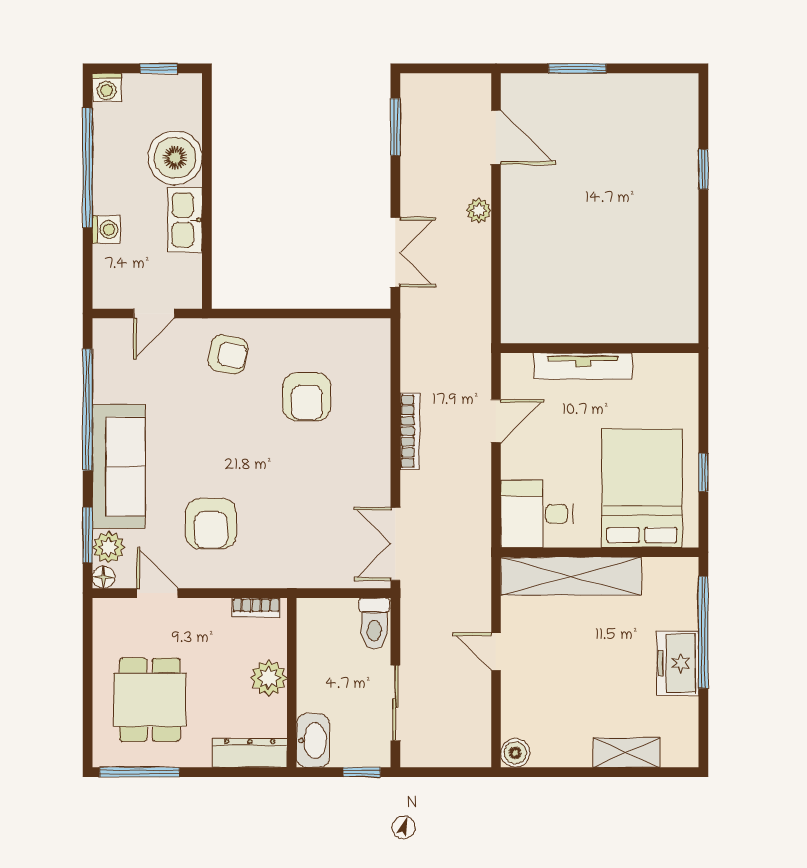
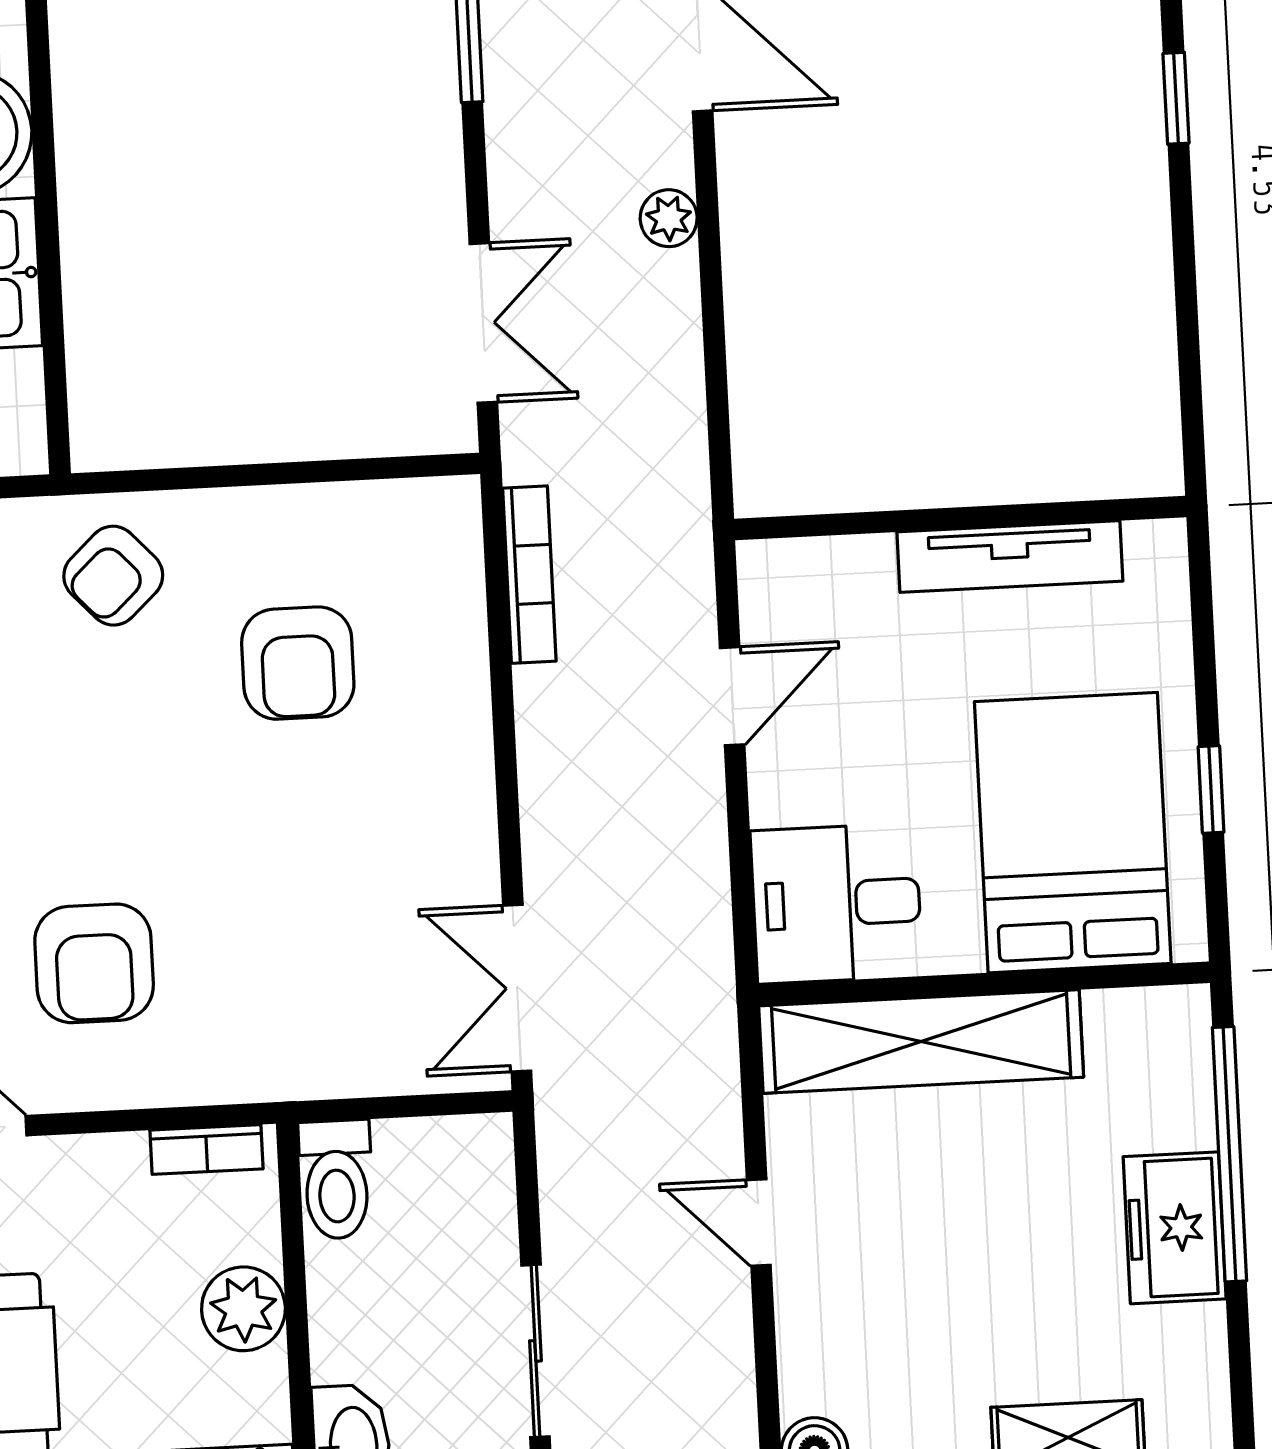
armchair: (228, 355) -> (113, 576), turned 126
tv unit: (583, 366) -> (1010, 557), moved
bookcase: (410, 431) -> (529, 575), moved
toilet: (374, 624) -> (336, 1180), moved

